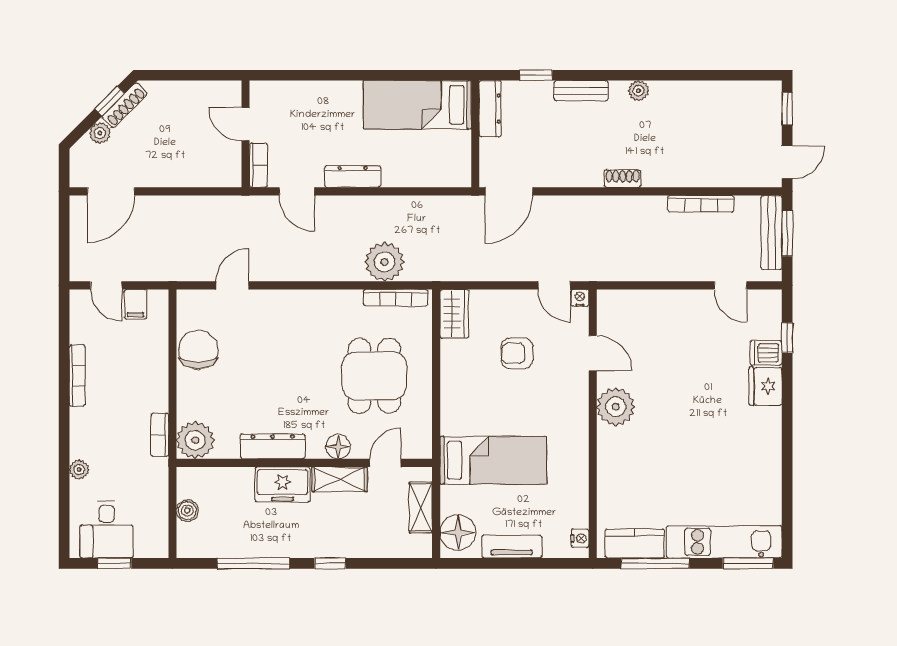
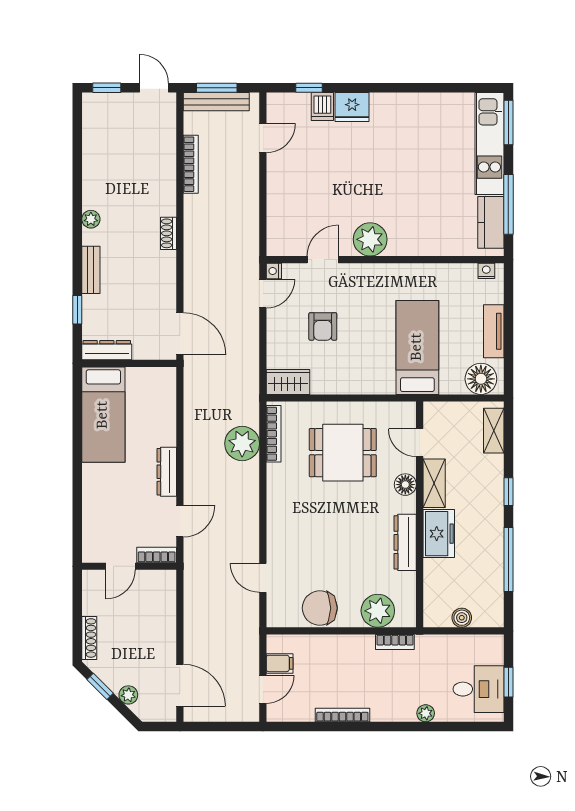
shoe rack: (125, 105) -> (89, 638), moved, turned 45
plant: (195, 440) -> (378, 611), moved
shelving: (421, 507) -> (494, 431), moved, turned 90

